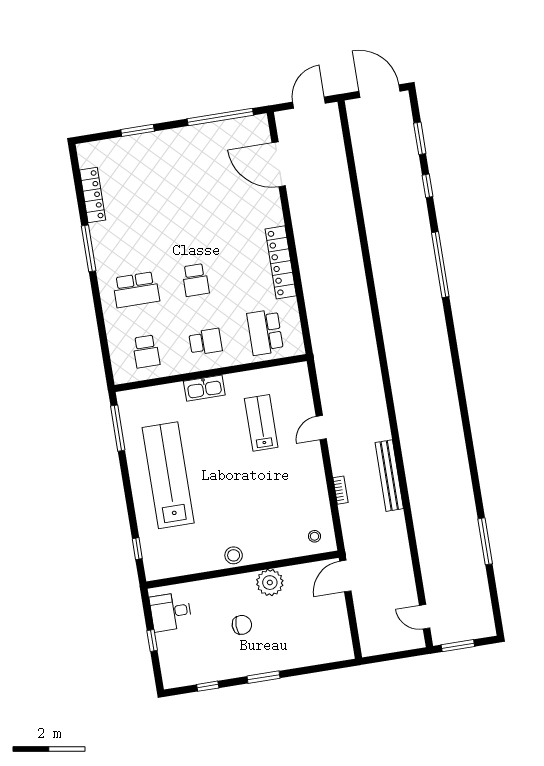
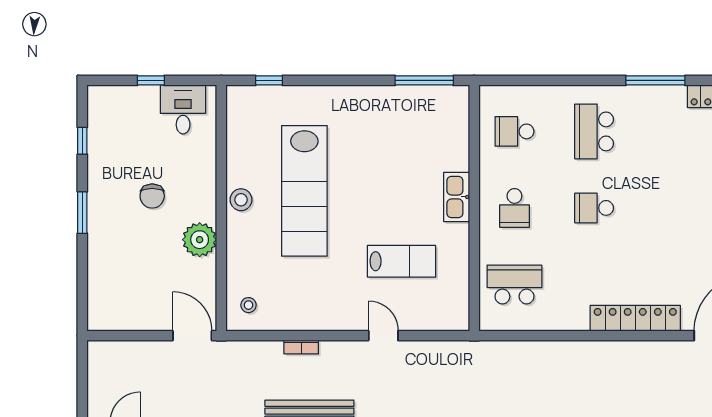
locker: (281, 262) -> (635, 318), moved
lab bench: (168, 475) -> (304, 191), moved, turned 90

